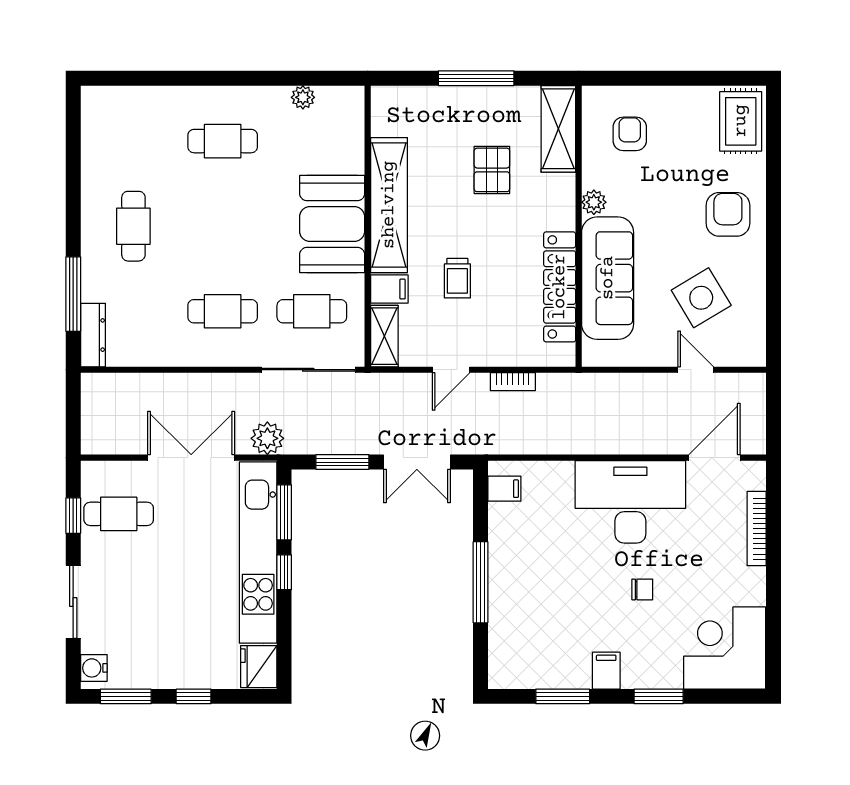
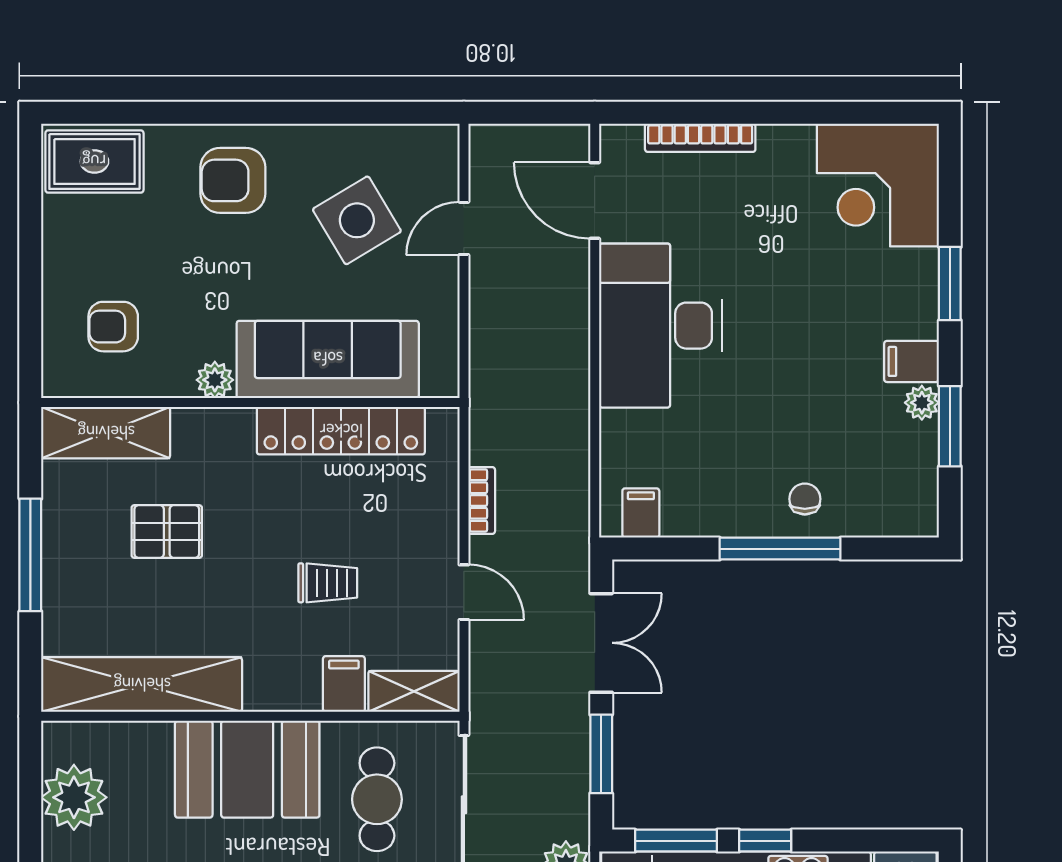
plant: (303, 97) -> (74, 797), width x1.87, depth x1.87
shelving: (389, 205) -> (142, 685), moved
chair: (642, 589) -> (805, 499), moved
plant: (579, 678) -> (922, 403), added

